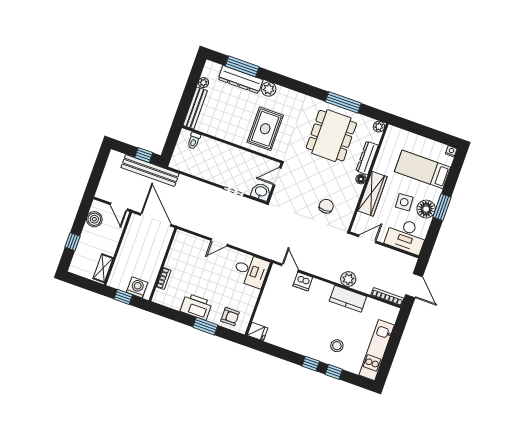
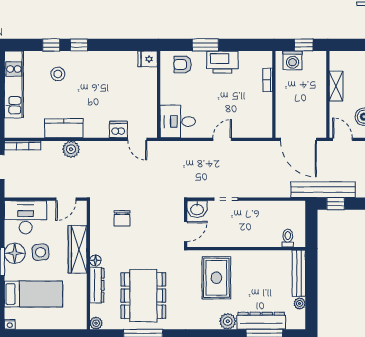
shelving: (103, 268) -> (336, 86), moved

